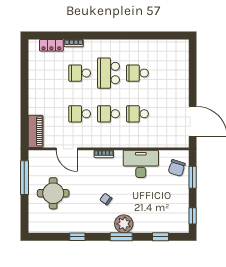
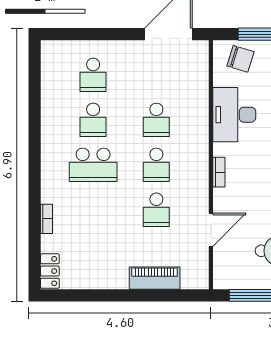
locker: (51, 45) -> (50, 271), moved
school desk: (80, 73) -> (93, 75), moved
piano: (36, 131) -> (155, 278), moved

